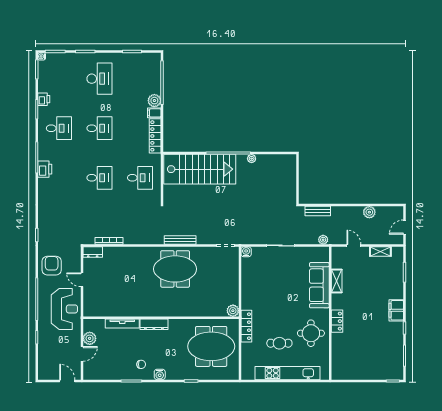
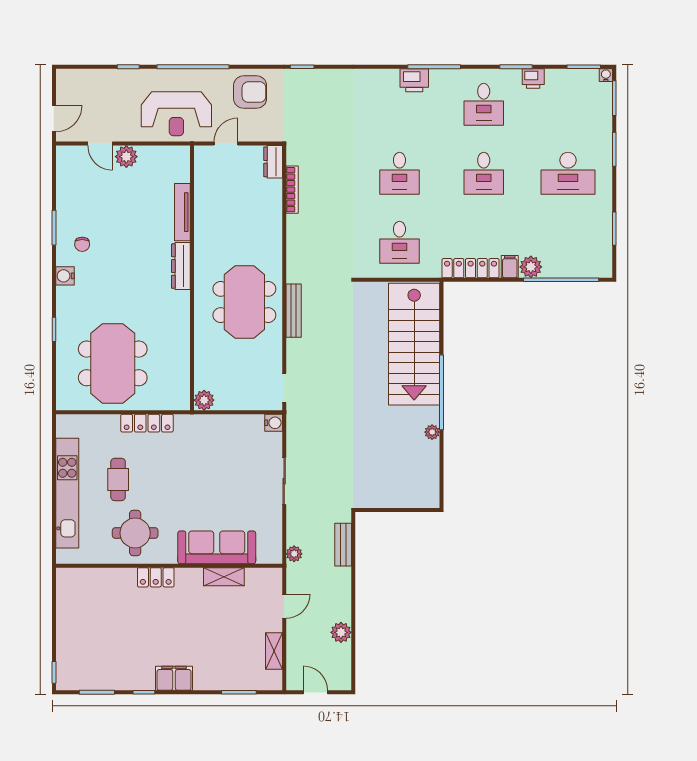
plant: (233, 311) -> (204, 400), moved
wall: (161, 318) -> (192, 278), moved
tv unit: (122, 323) -> (182, 212), moved
dresser: (154, 324) -> (181, 266), moved

